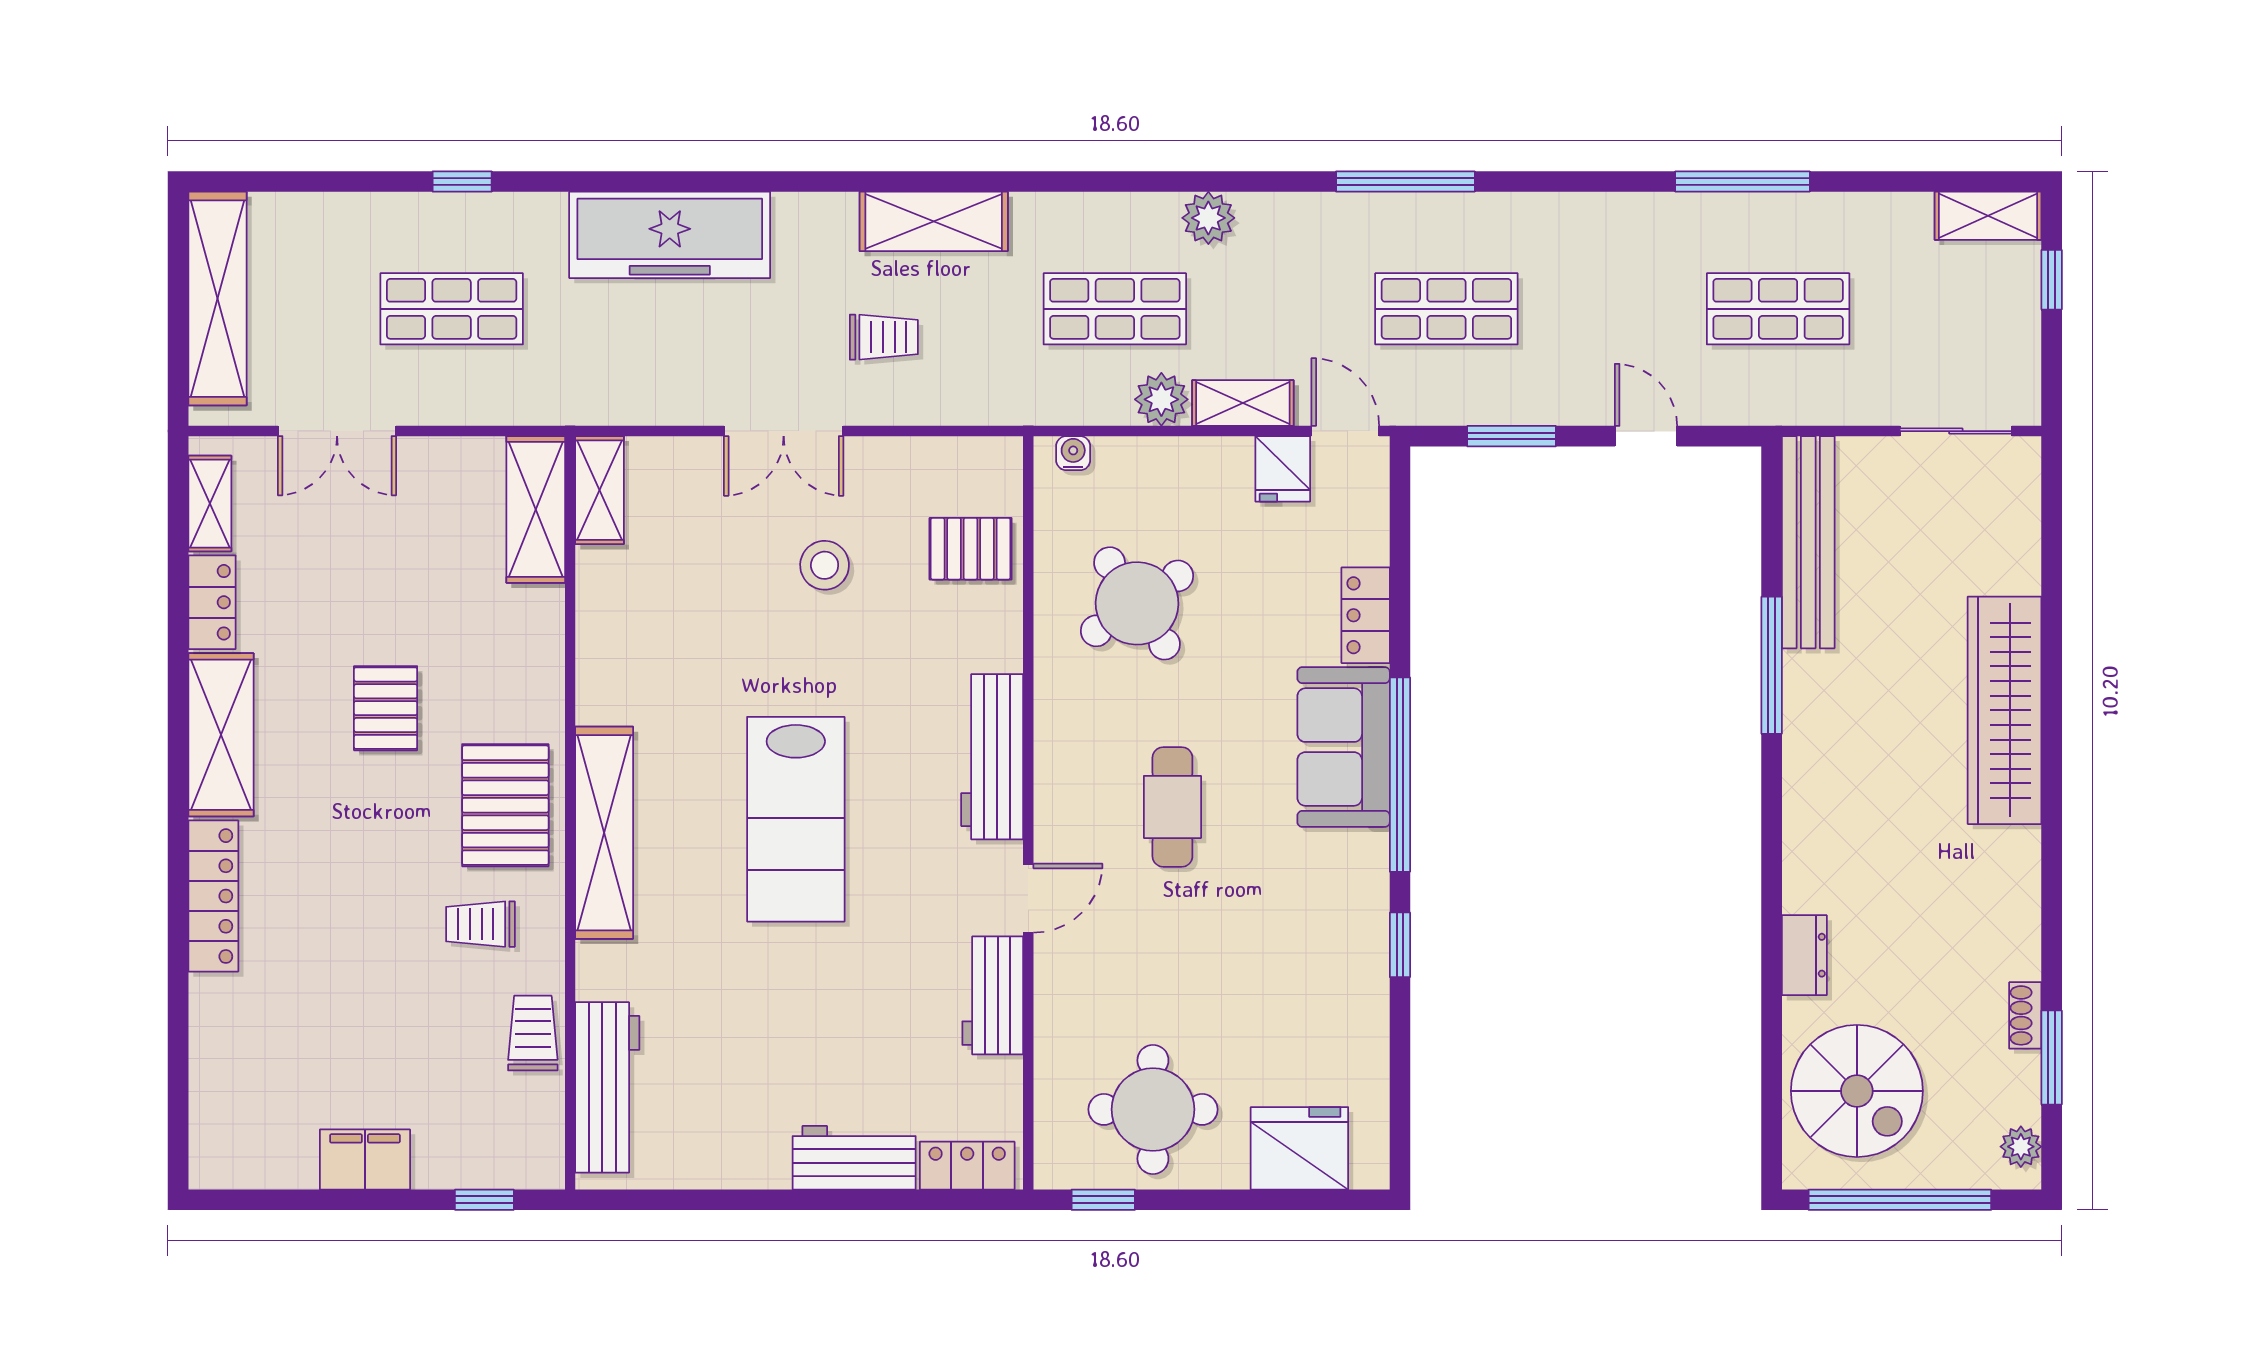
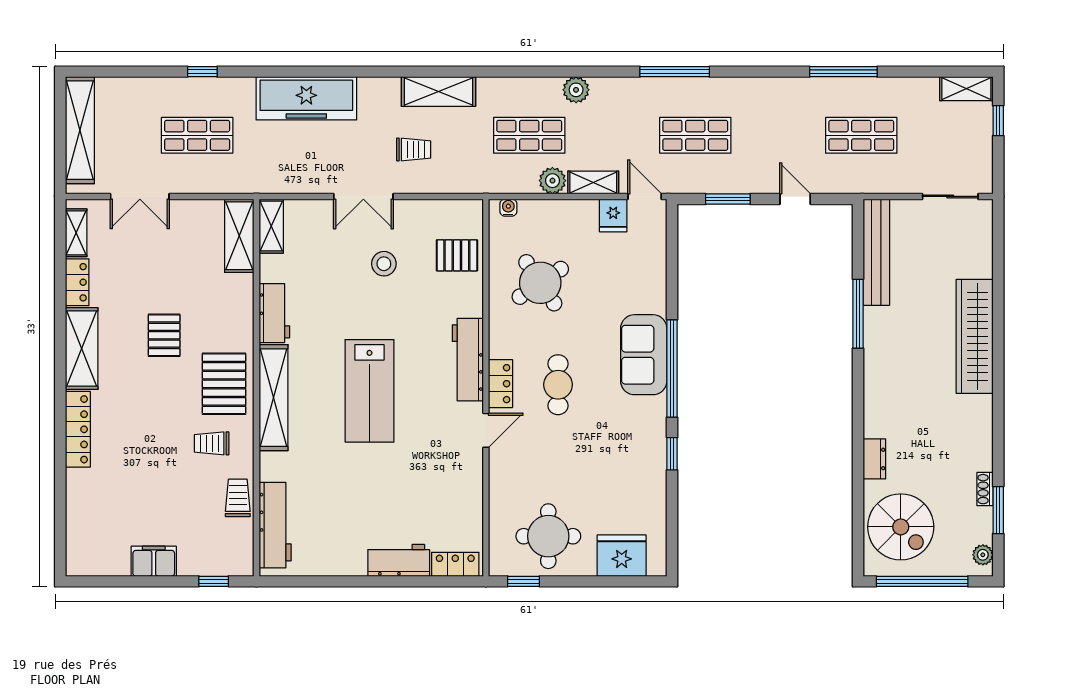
locker: (1366, 615) -> (501, 384), moved, turned 180
workbench: (993, 995) -> (274, 313), moved, turned 180

